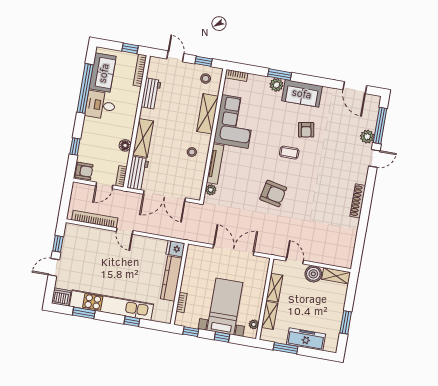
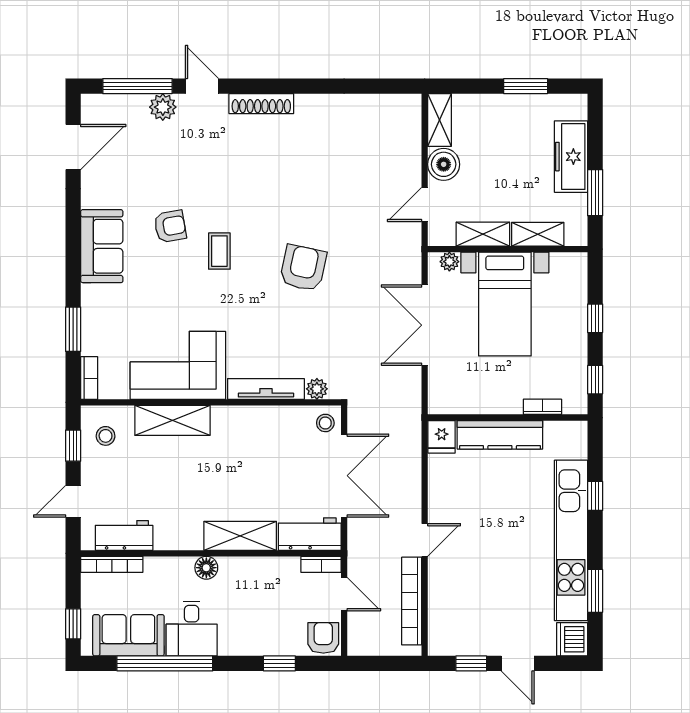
window: (130, 48) -> (73, 624), moved
window: (280, 75) -> (73, 329), moved
plant: (277, 85) -> (94, 298), removed
workbench: (151, 94) -> (124, 535), moved
floor lamp: (125, 145) -> (206, 568), moved
stool: (192, 152) -> (325, 423), moved
shoe rack: (358, 201) -> (261, 104), moved
bed with nightstands: (225, 306) -> (505, 304), moved, turned -90
plant: (254, 324) -> (449, 262), moved

